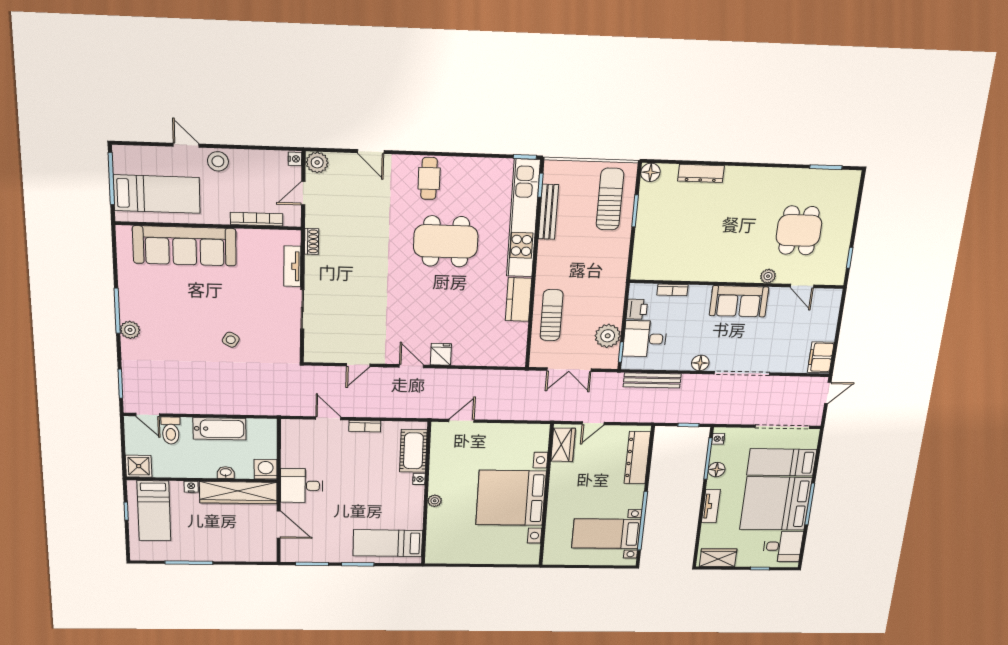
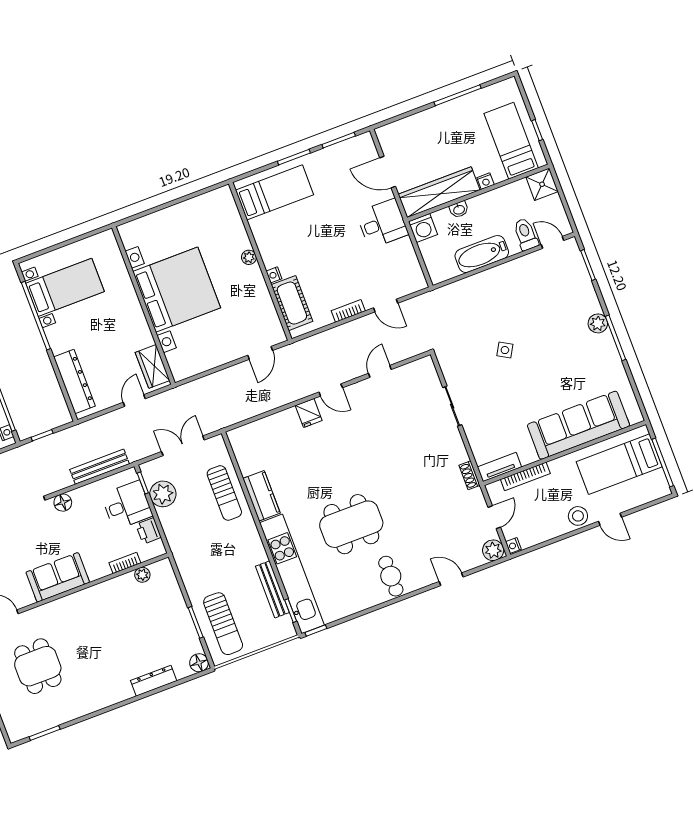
tv unit: (292, 266) -> (499, 467), moved, turned -90
plant: (768, 276) -> (142, 575), moved

